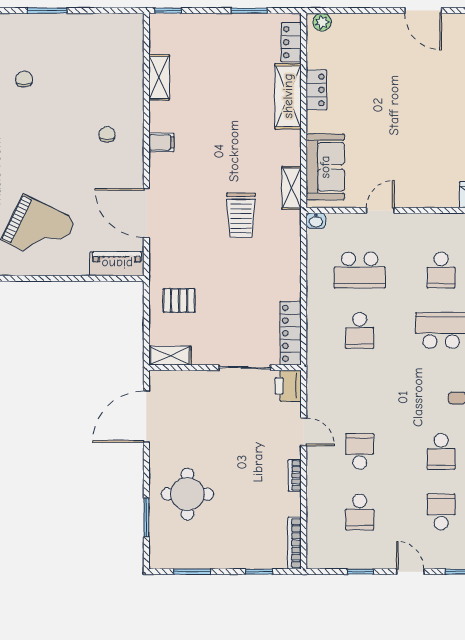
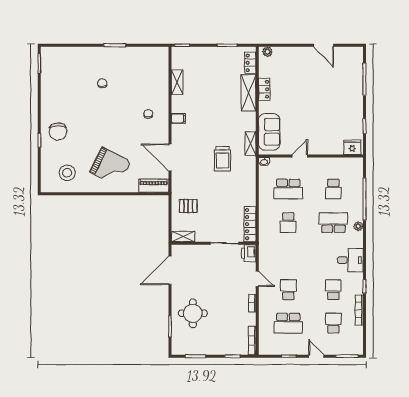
school desk: (441, 451) -> (333, 290), turned 180
school desk: (360, 512) -> (288, 323), width x1.85

